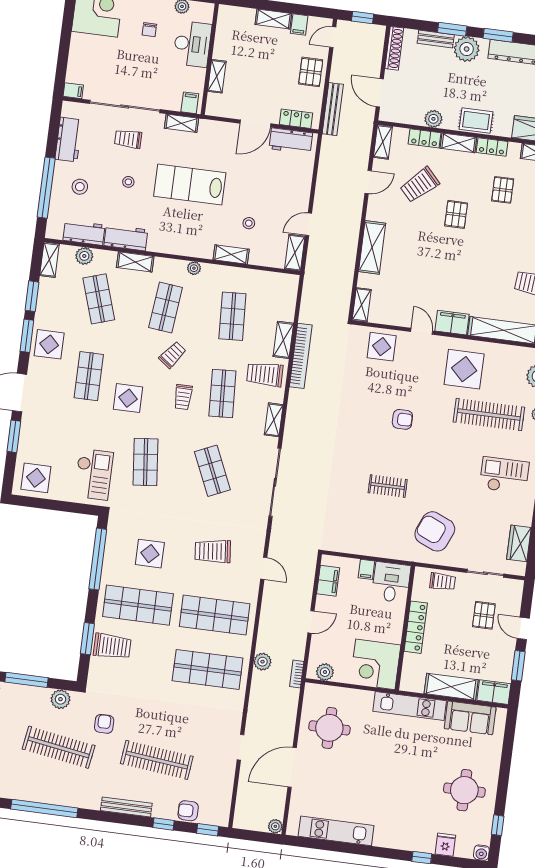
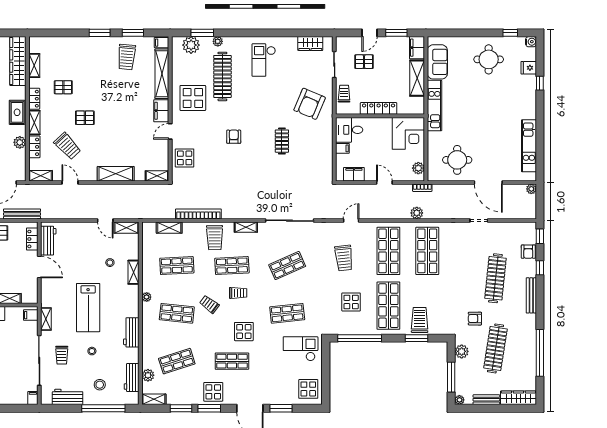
workbench: (126, 238) -> (131, 332), moved
shelving: (135, 262) -> (147, 339), removed
shelving: (283, 340) -> (169, 228), moved

